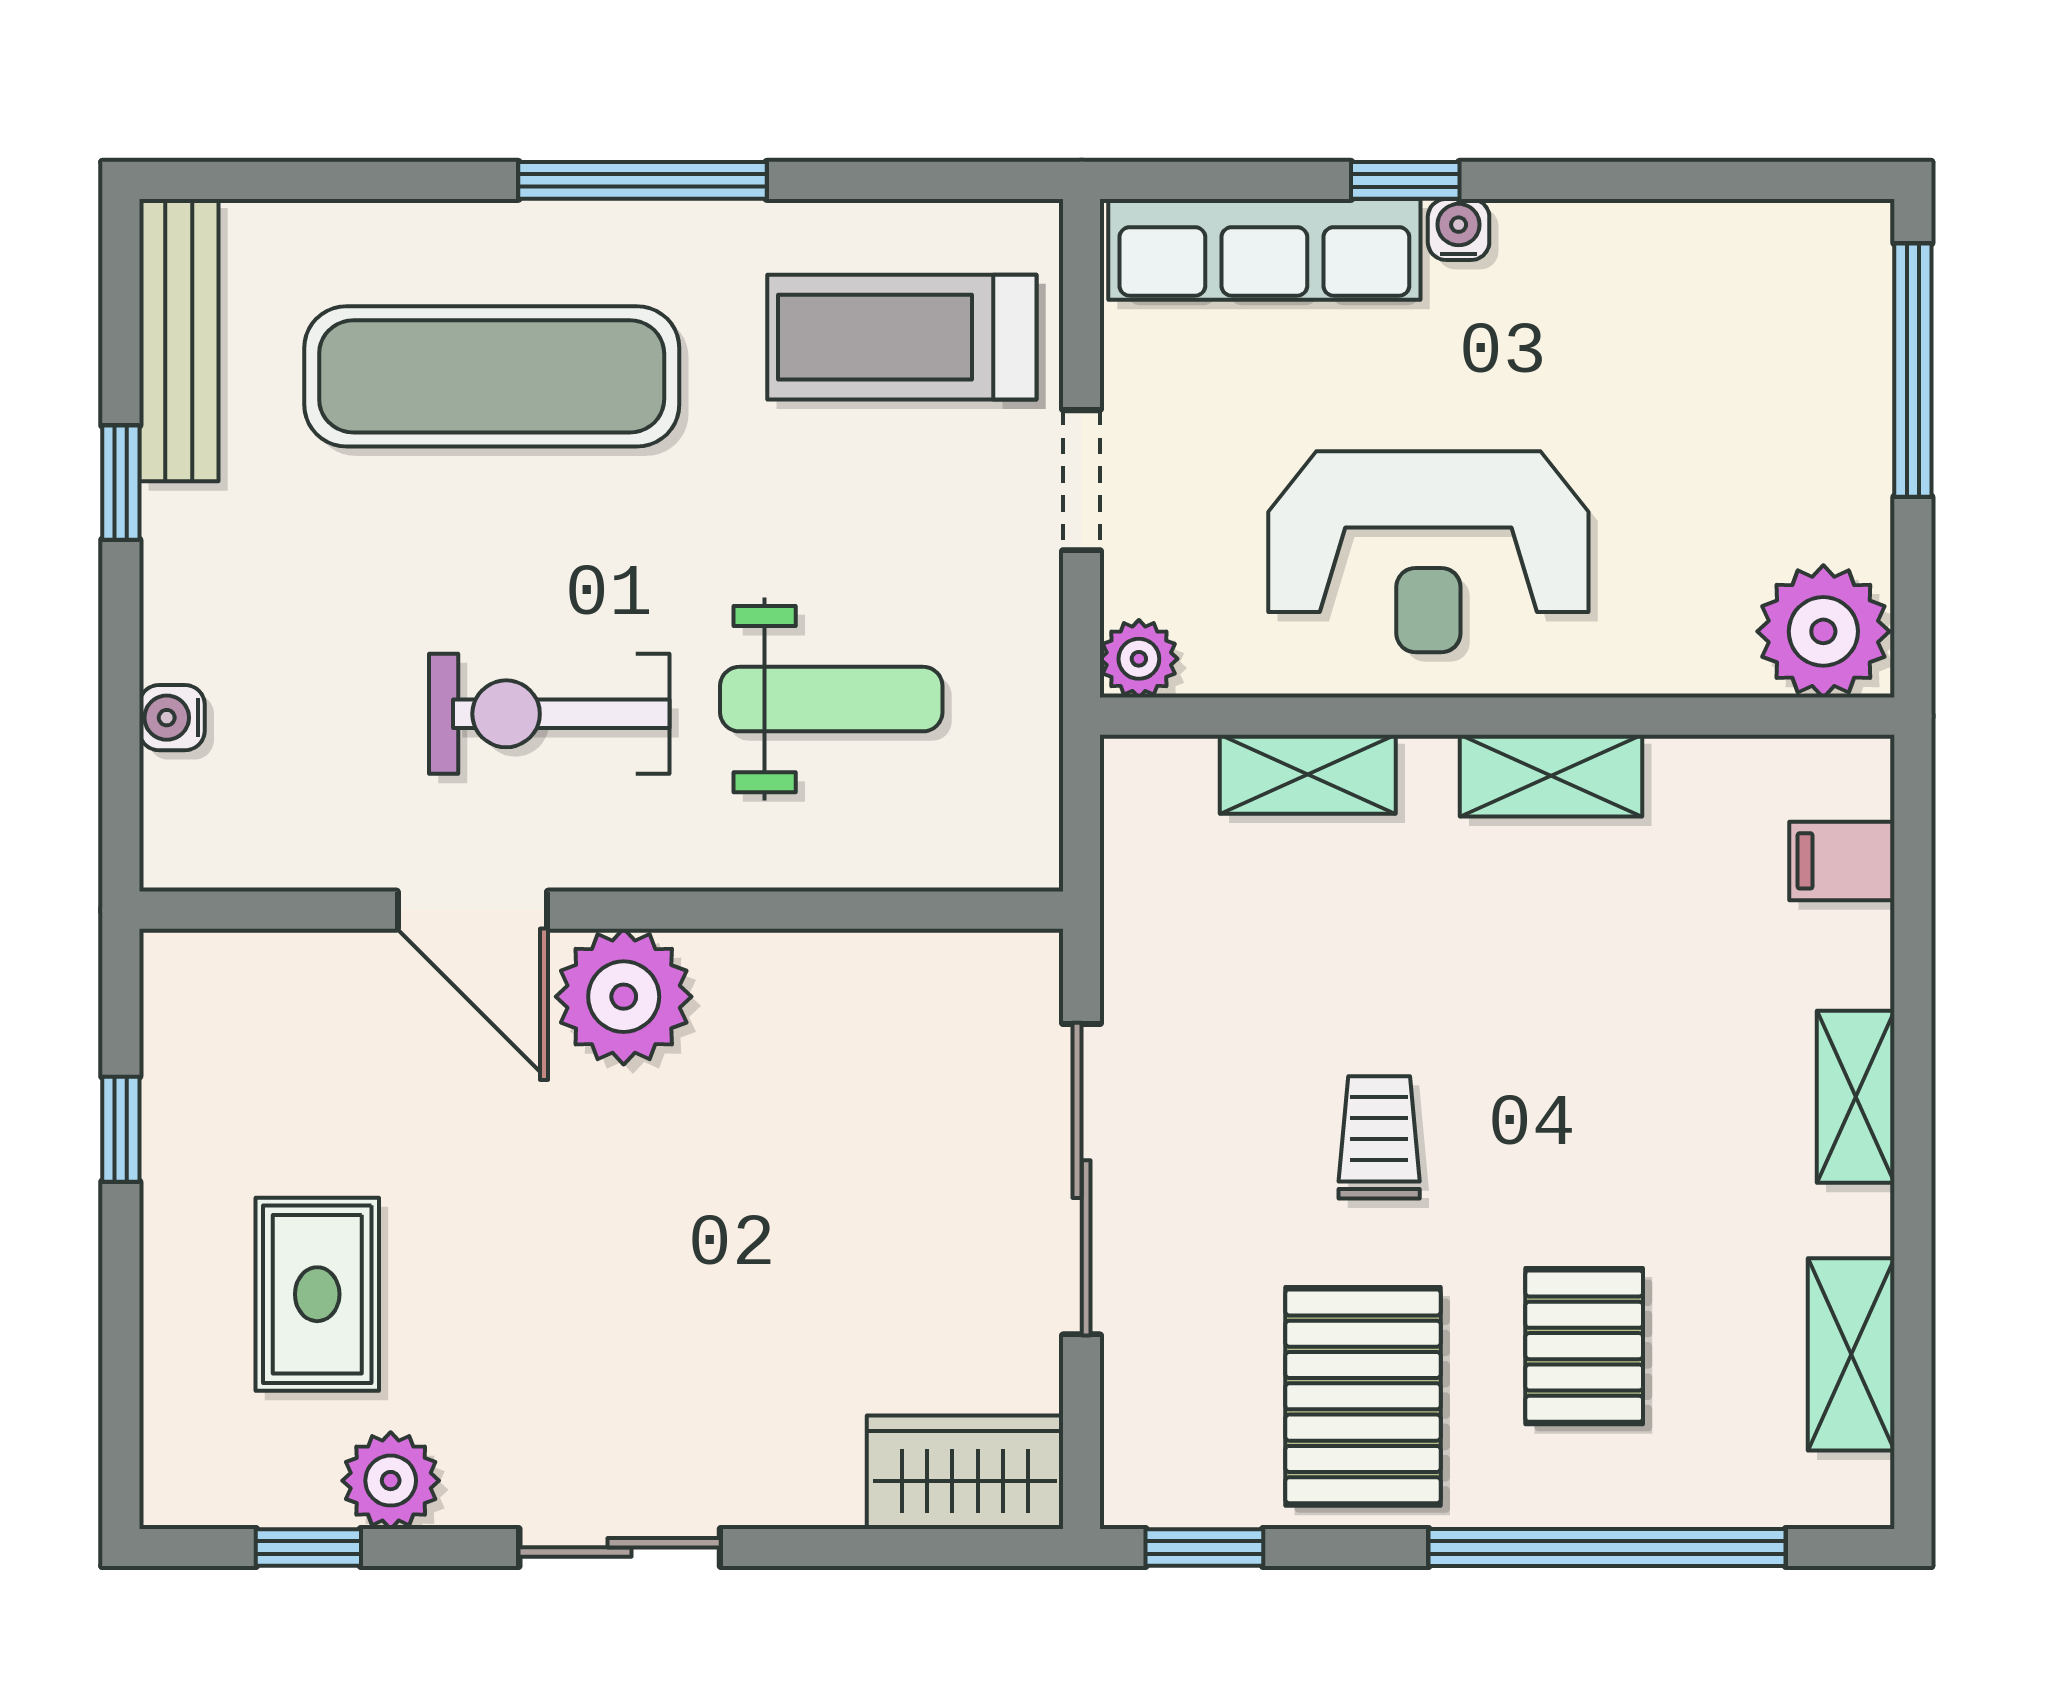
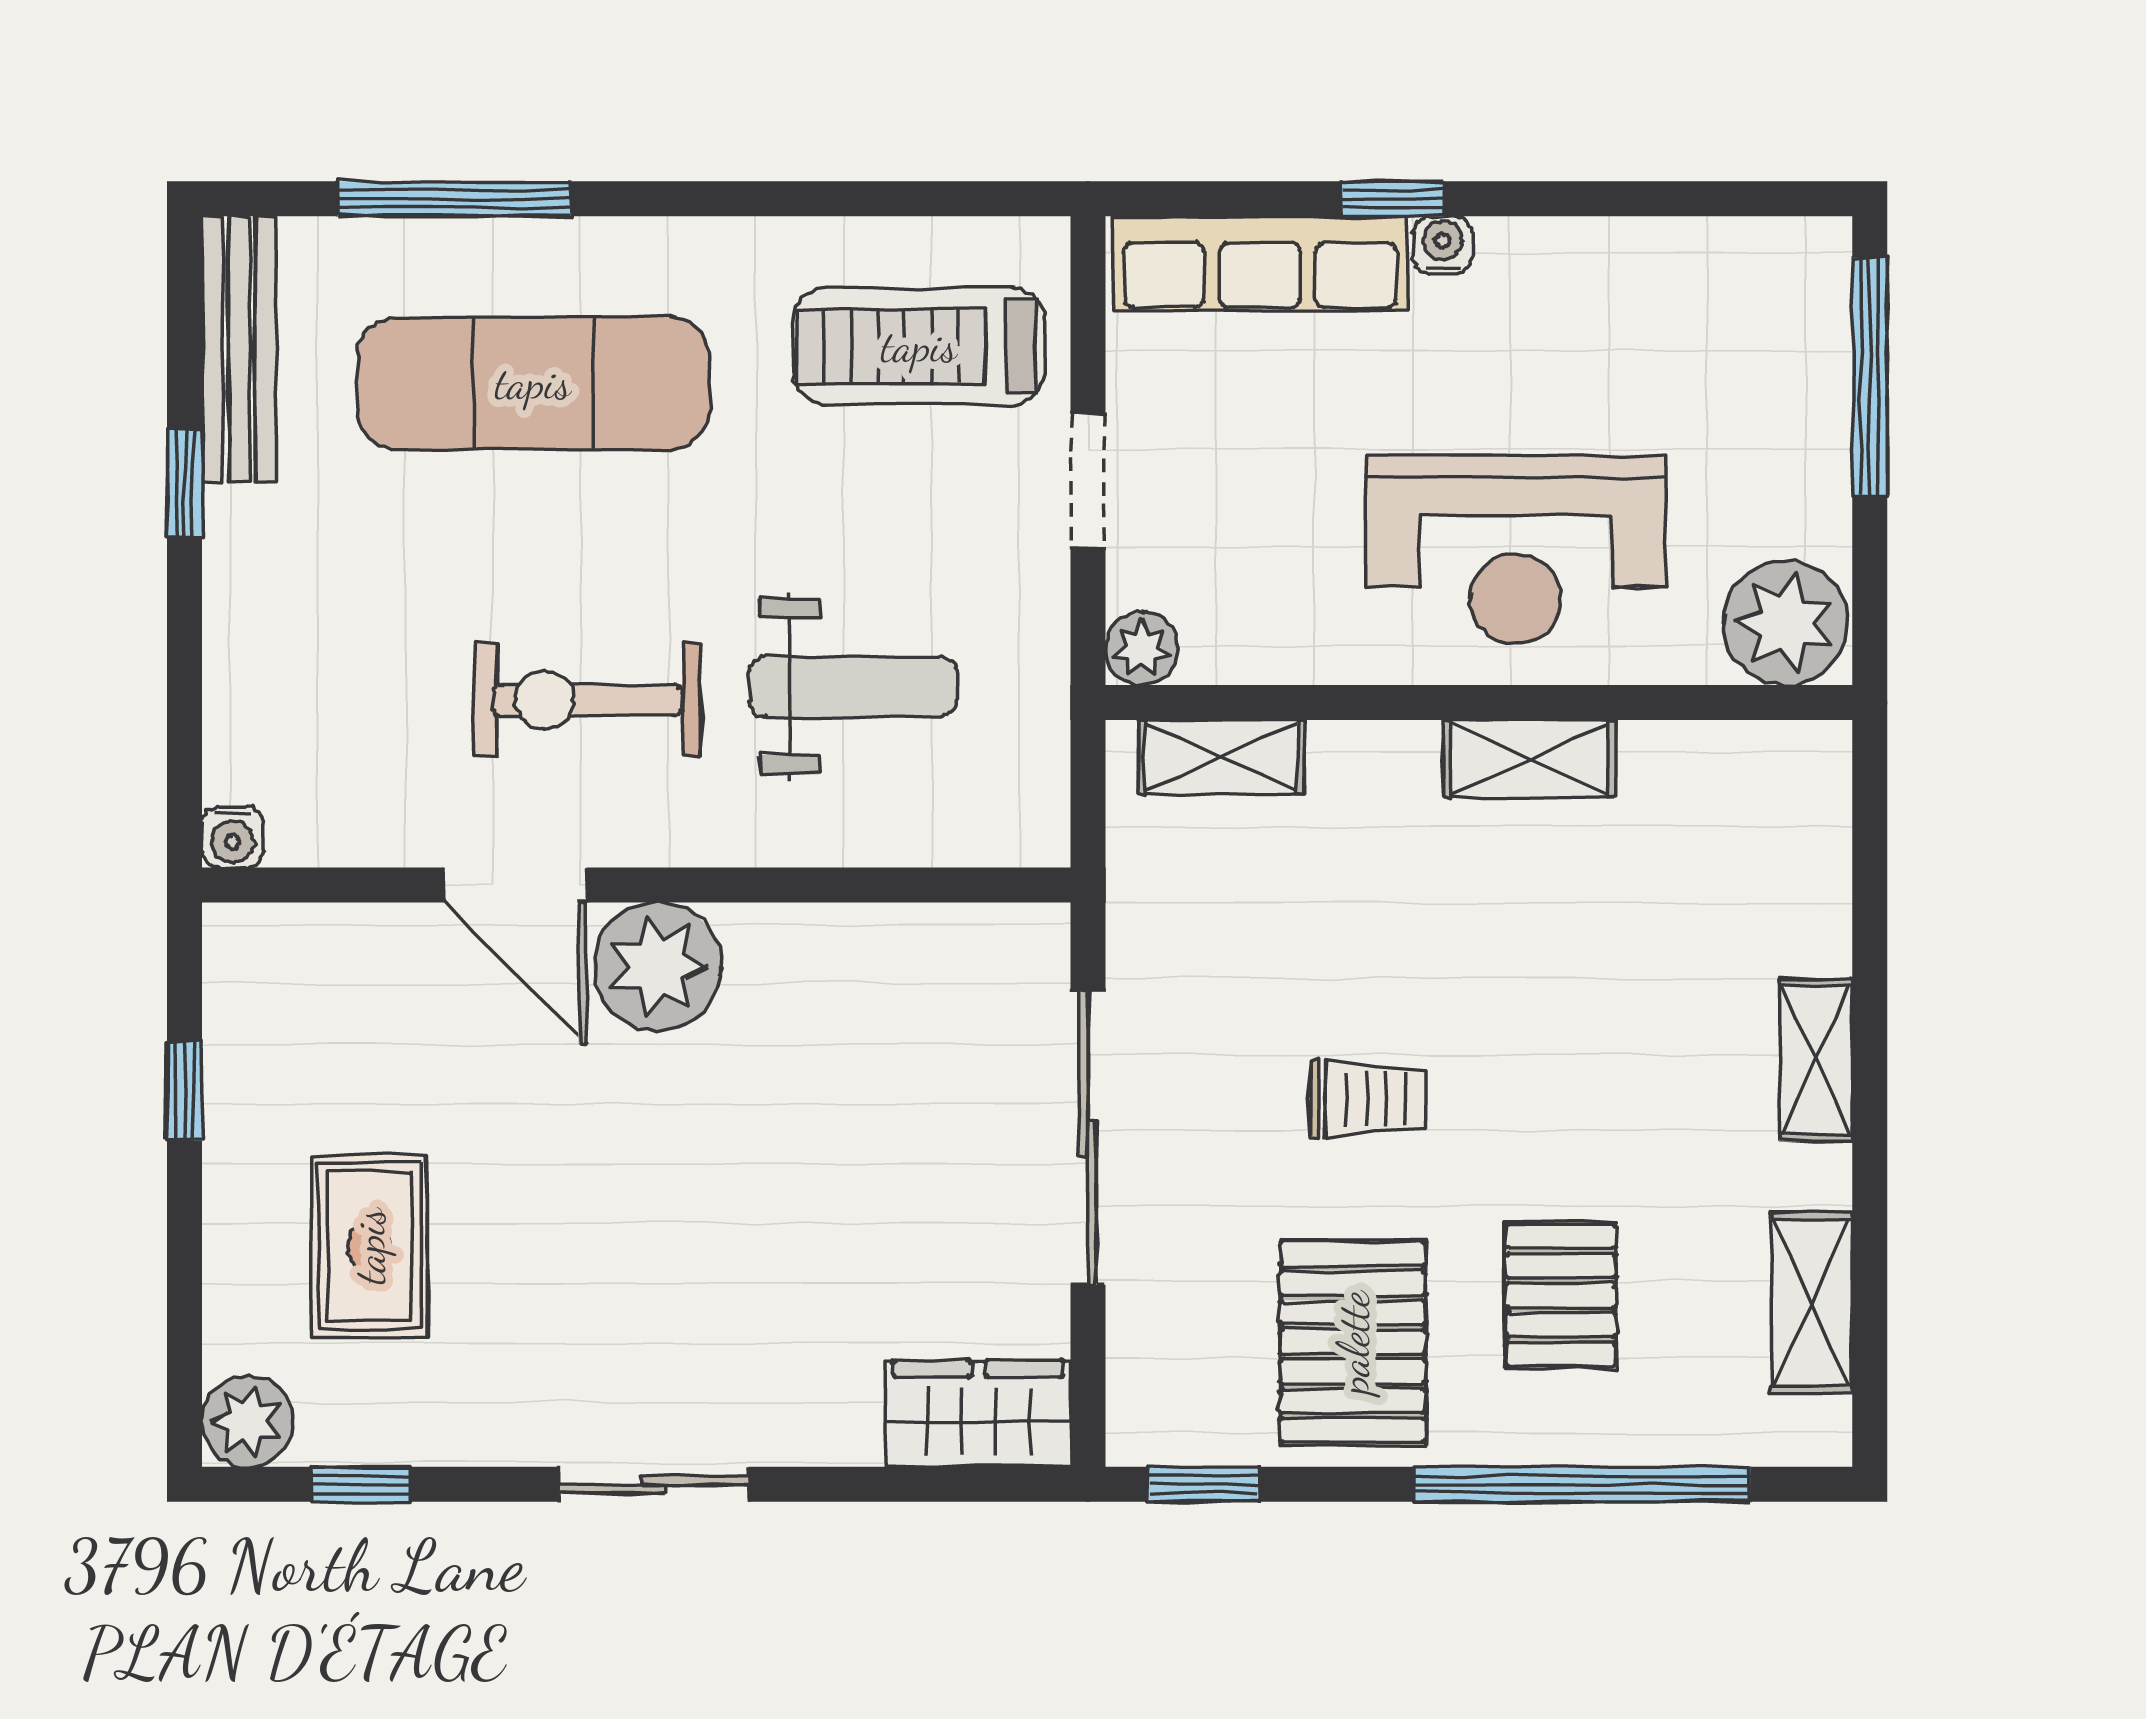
window: (642, 180) -> (454, 199), moved
reception desk: (1428, 552) -> (1515, 550), moved
water cooler: (172, 718) -> (233, 837), moved, turned -90
shelving: (1308, 774) -> (1221, 757), moved
filing cabinet: (1842, 861) -> (1803, 839), removed
trolley: (1379, 1137) -> (1368, 1099), turned 90
plant: (391, 1481) -> (247, 1421), moved

